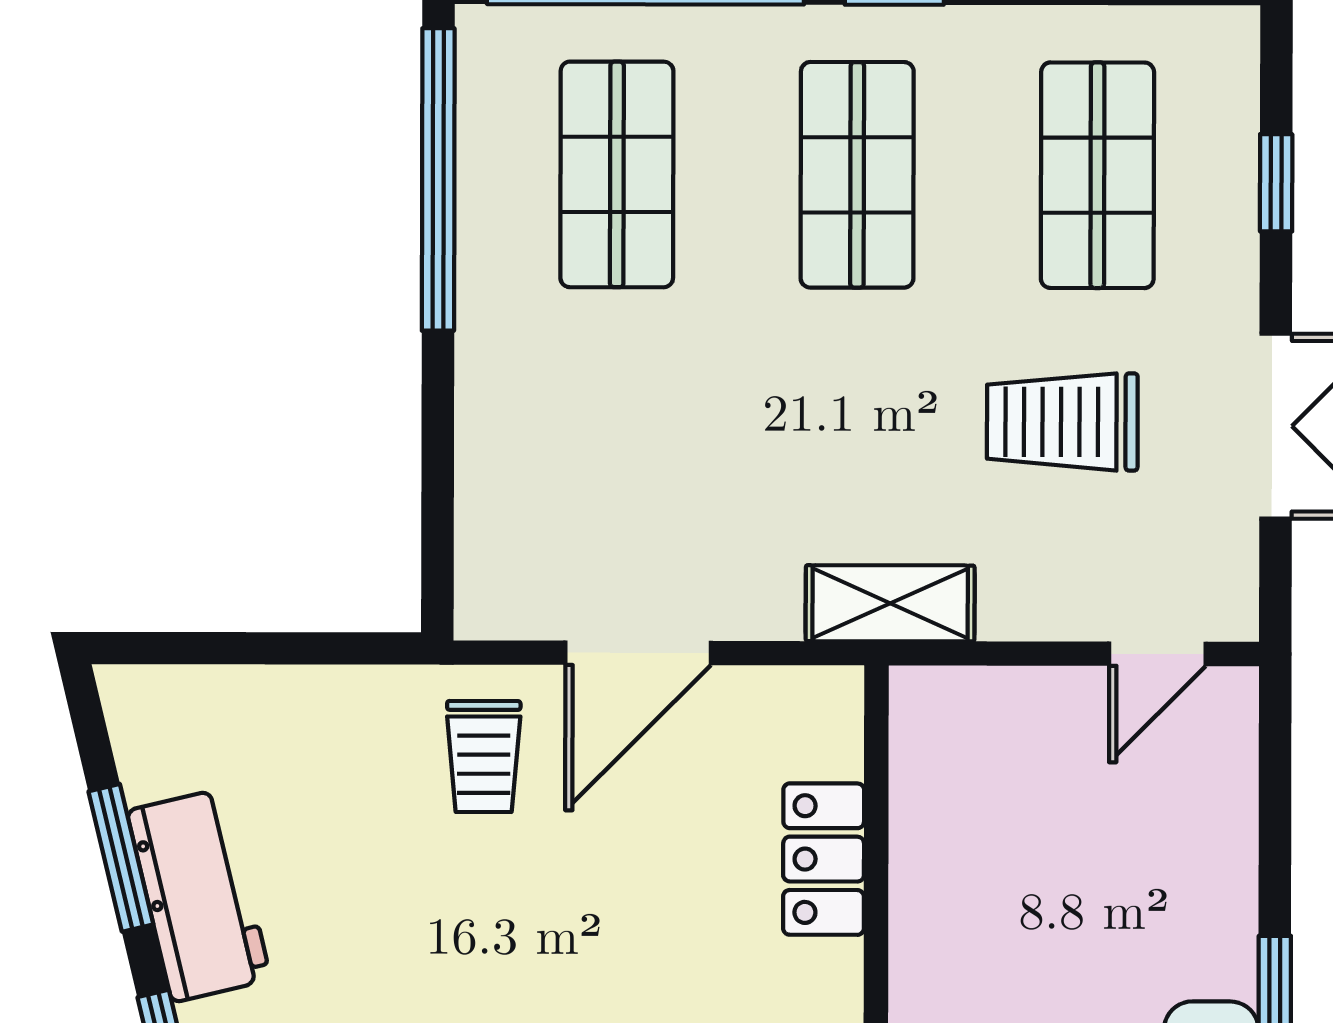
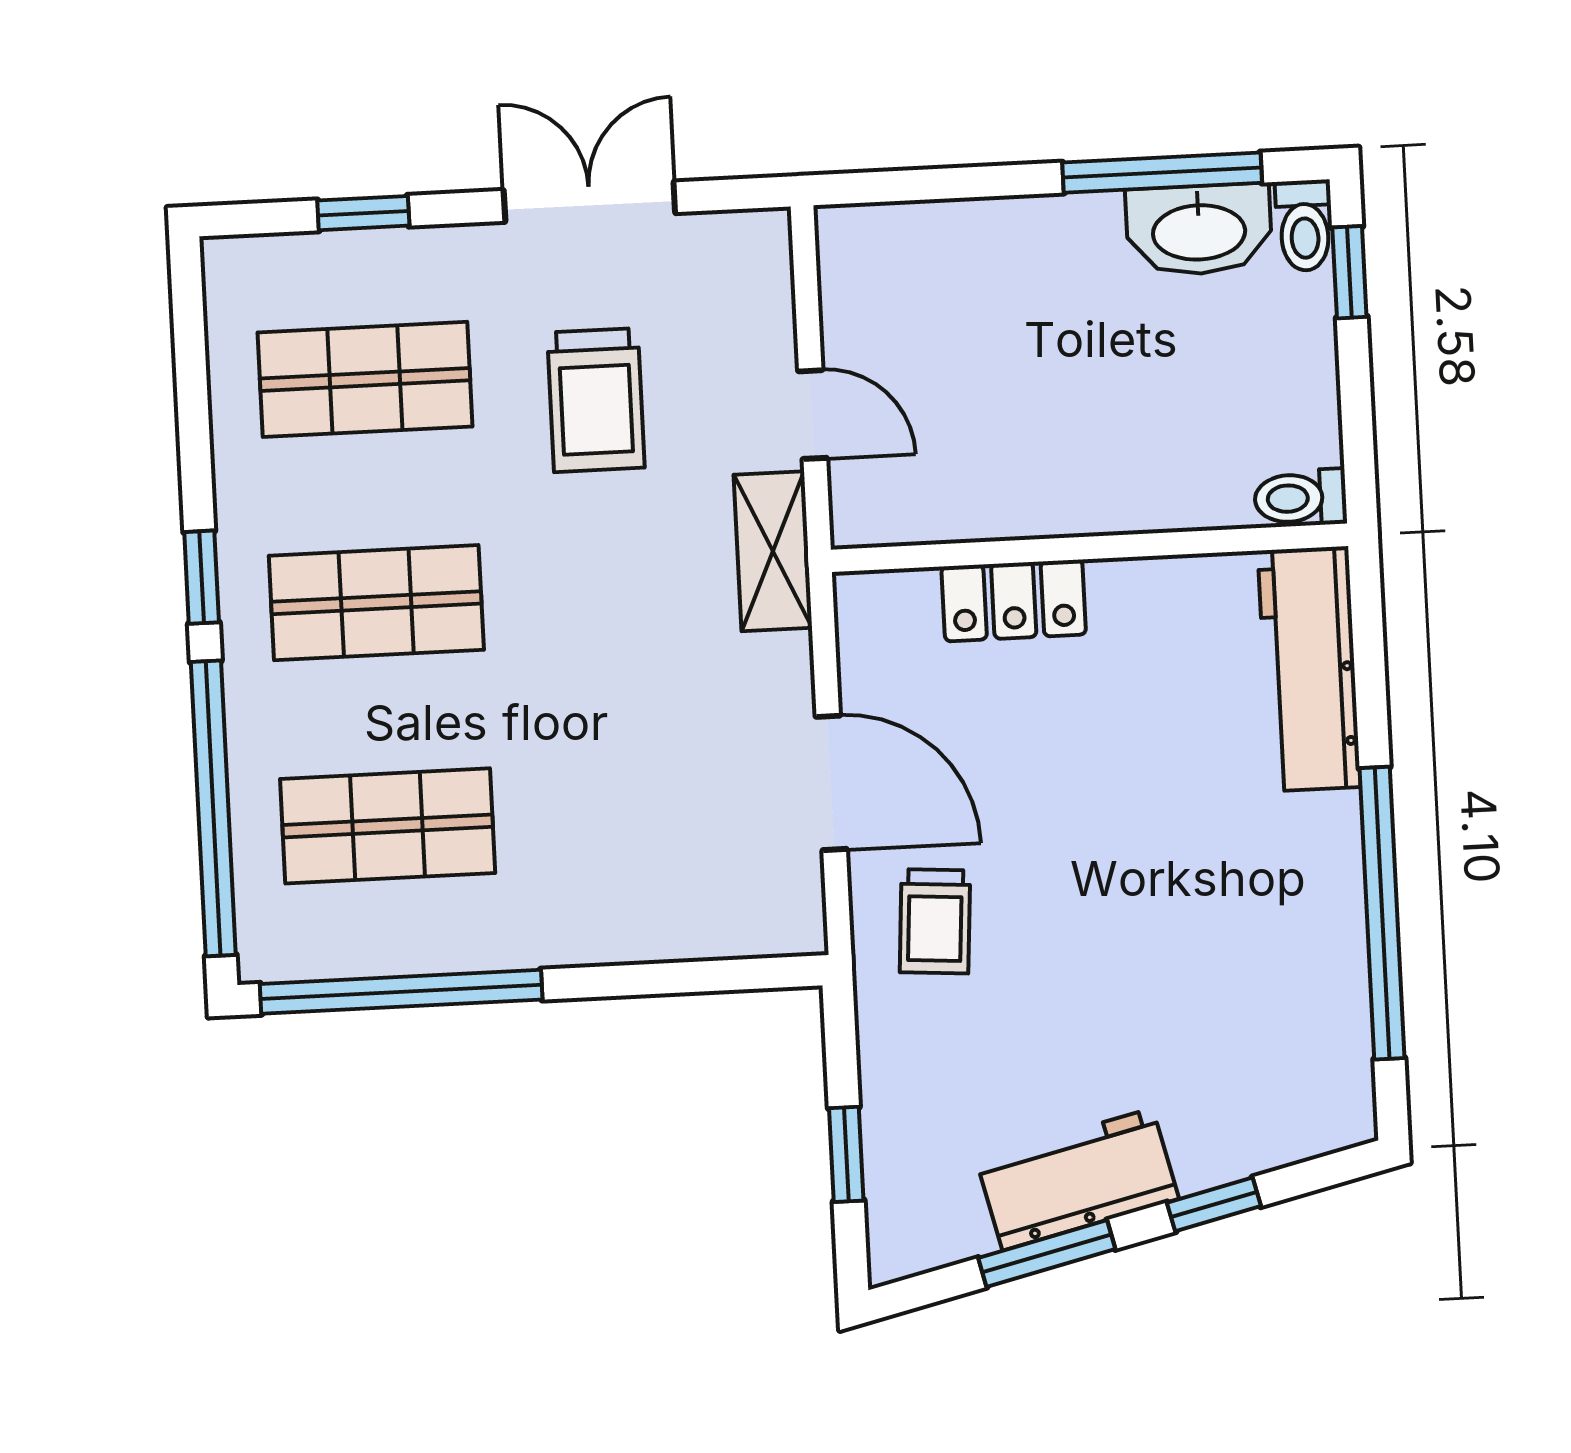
window: (239, 648) -> (846, 1154), added
door: (1157, 654) -> (813, 415), moved
trolley: (484, 756) -> (935, 921), turned 94

